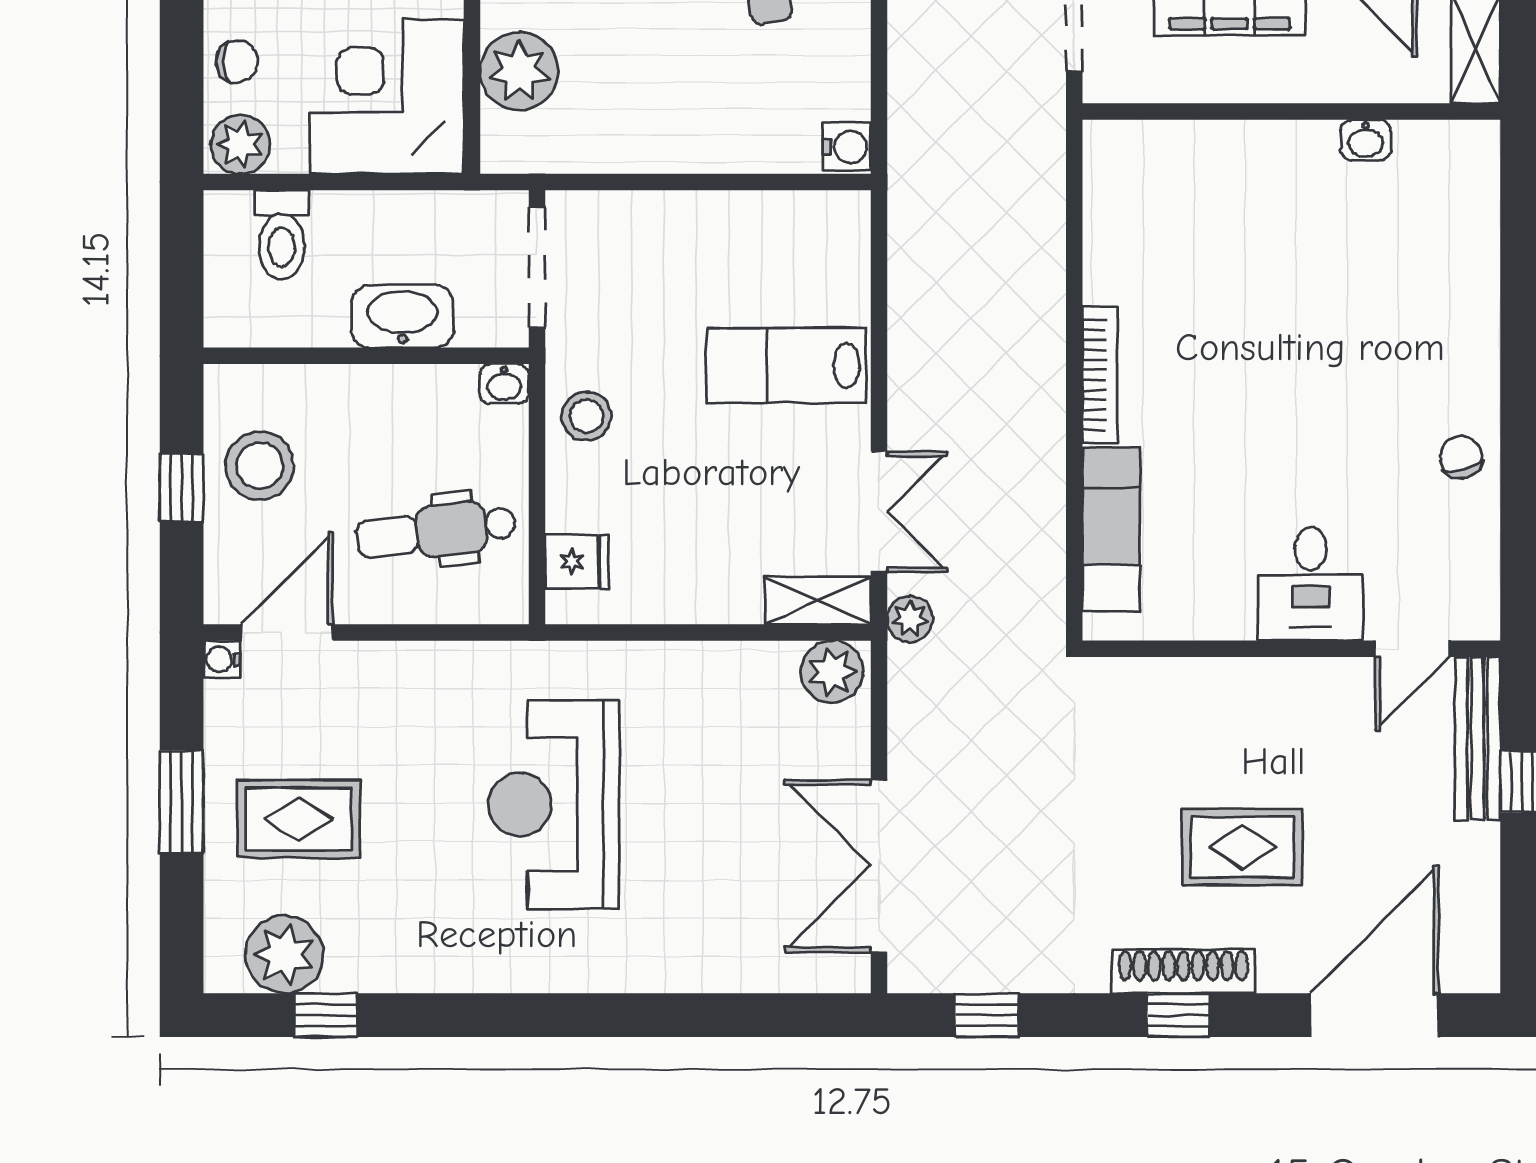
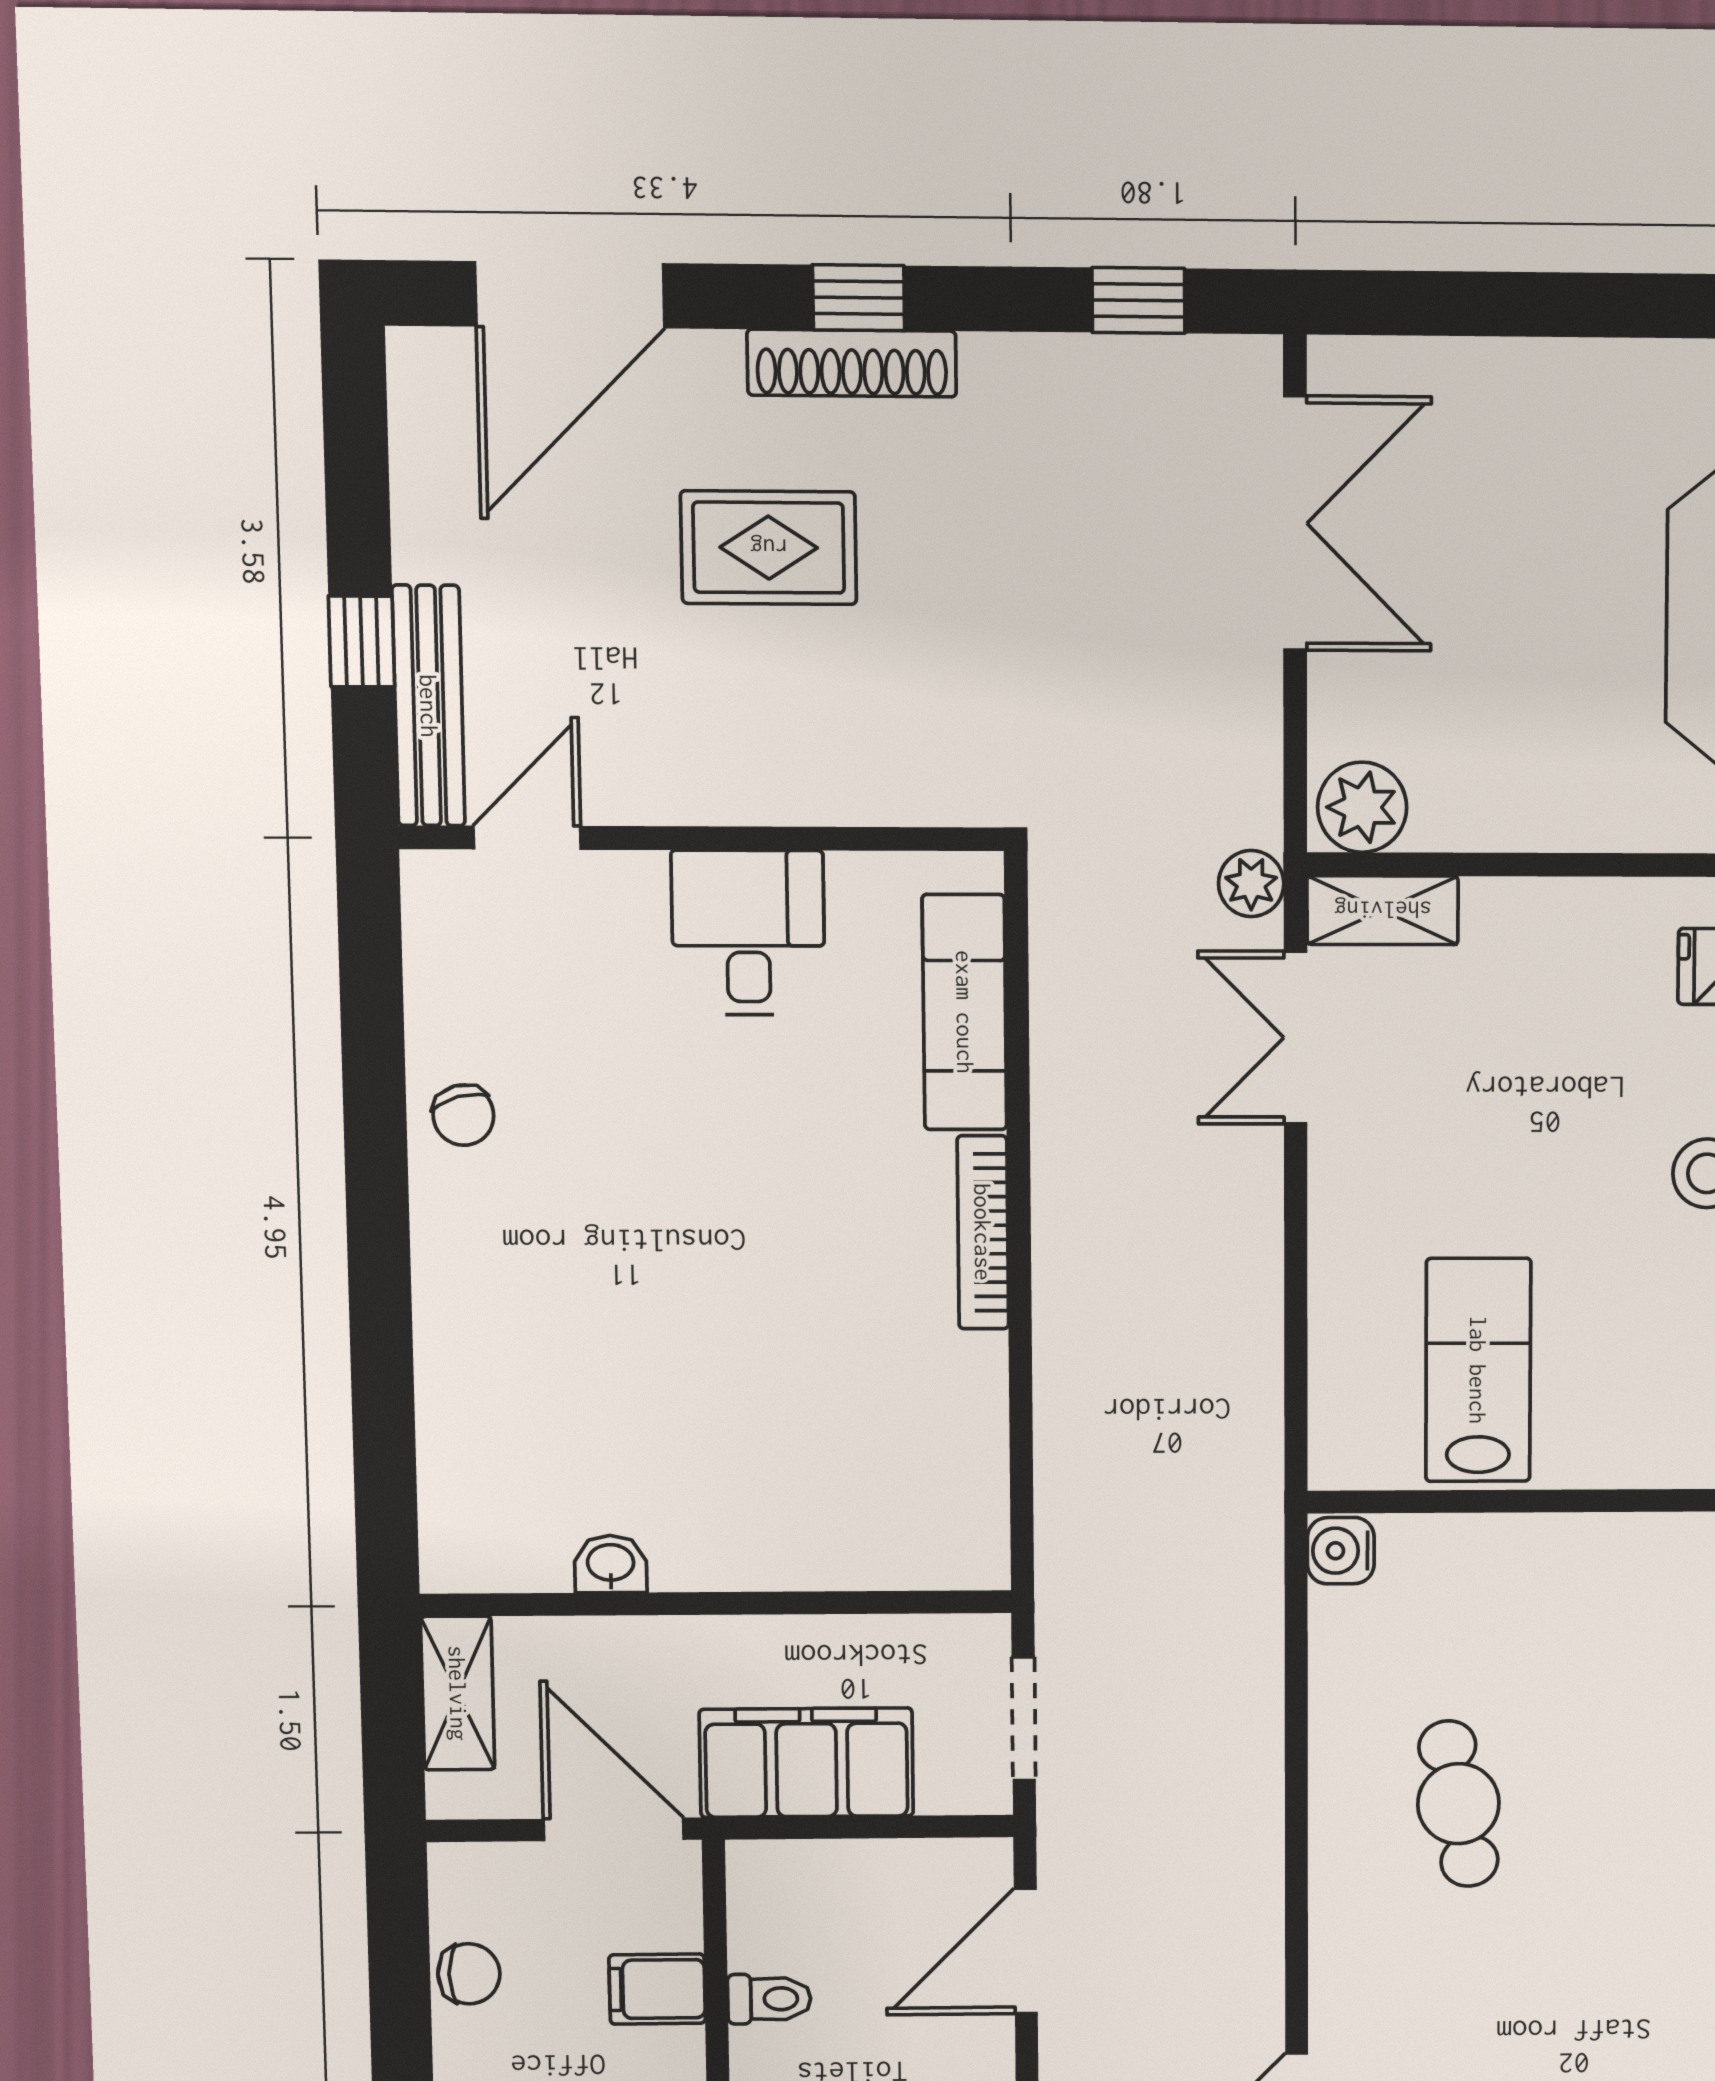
lab bench: (786, 365) -> (1478, 1370), moved, turned -90
desk: (1311, 584) -> (748, 933), moved

